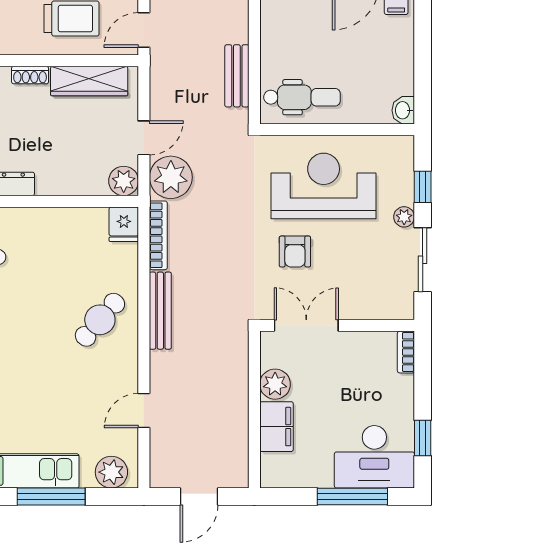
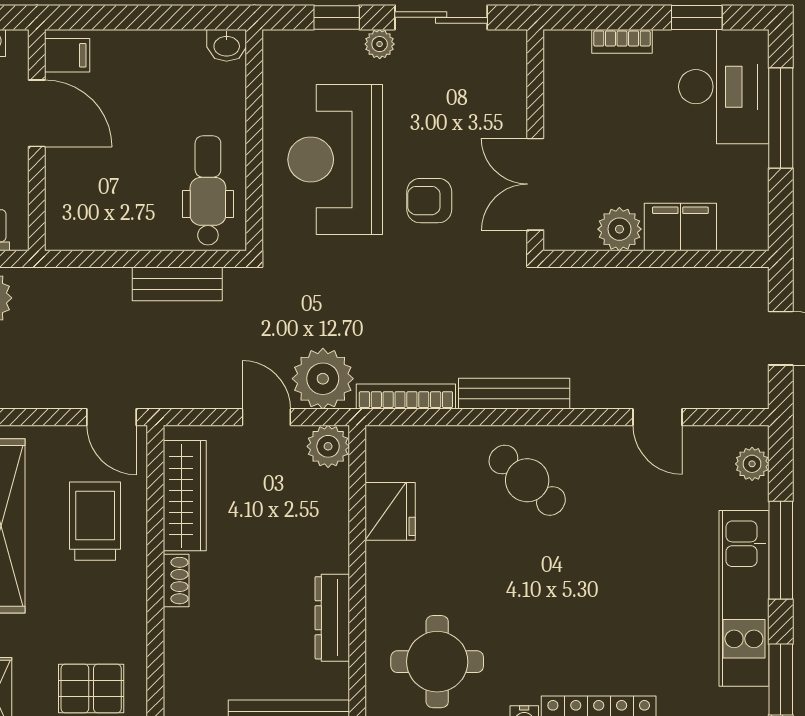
fridge: (124, 224) -> (390, 511), moved, width x1.38
armchair: (295, 252) -> (429, 201), turned 180
bookcase: (406, 352) -> (622, 41), moved
plant: (111, 472) -> (752, 464), width x0.73, depth x0.73

